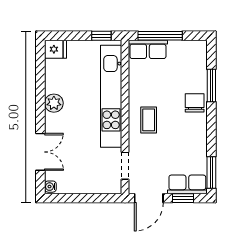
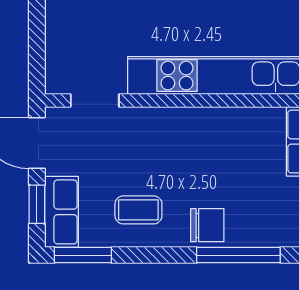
window: (211, 86) -> (238, 255), width x1.44
coffee table: (149, 120) -> (138, 210), moved

